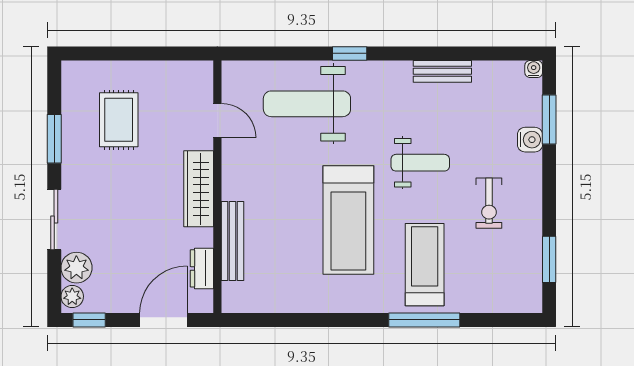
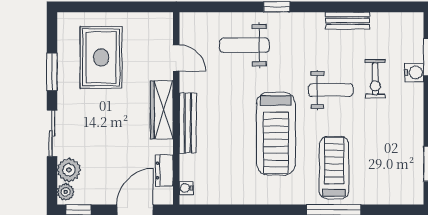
water cooler: (534, 69) -> (186, 188), moved, turned -90
weight bench: (307, 104) -> (244, 45), width x0.73, depth x0.75
rug: (119, 120) -> (101, 57), width x1.36, depth x1.43
exercise bike: (489, 203) -> (375, 79), moved
bench: (233, 241) -> (188, 123), moved

